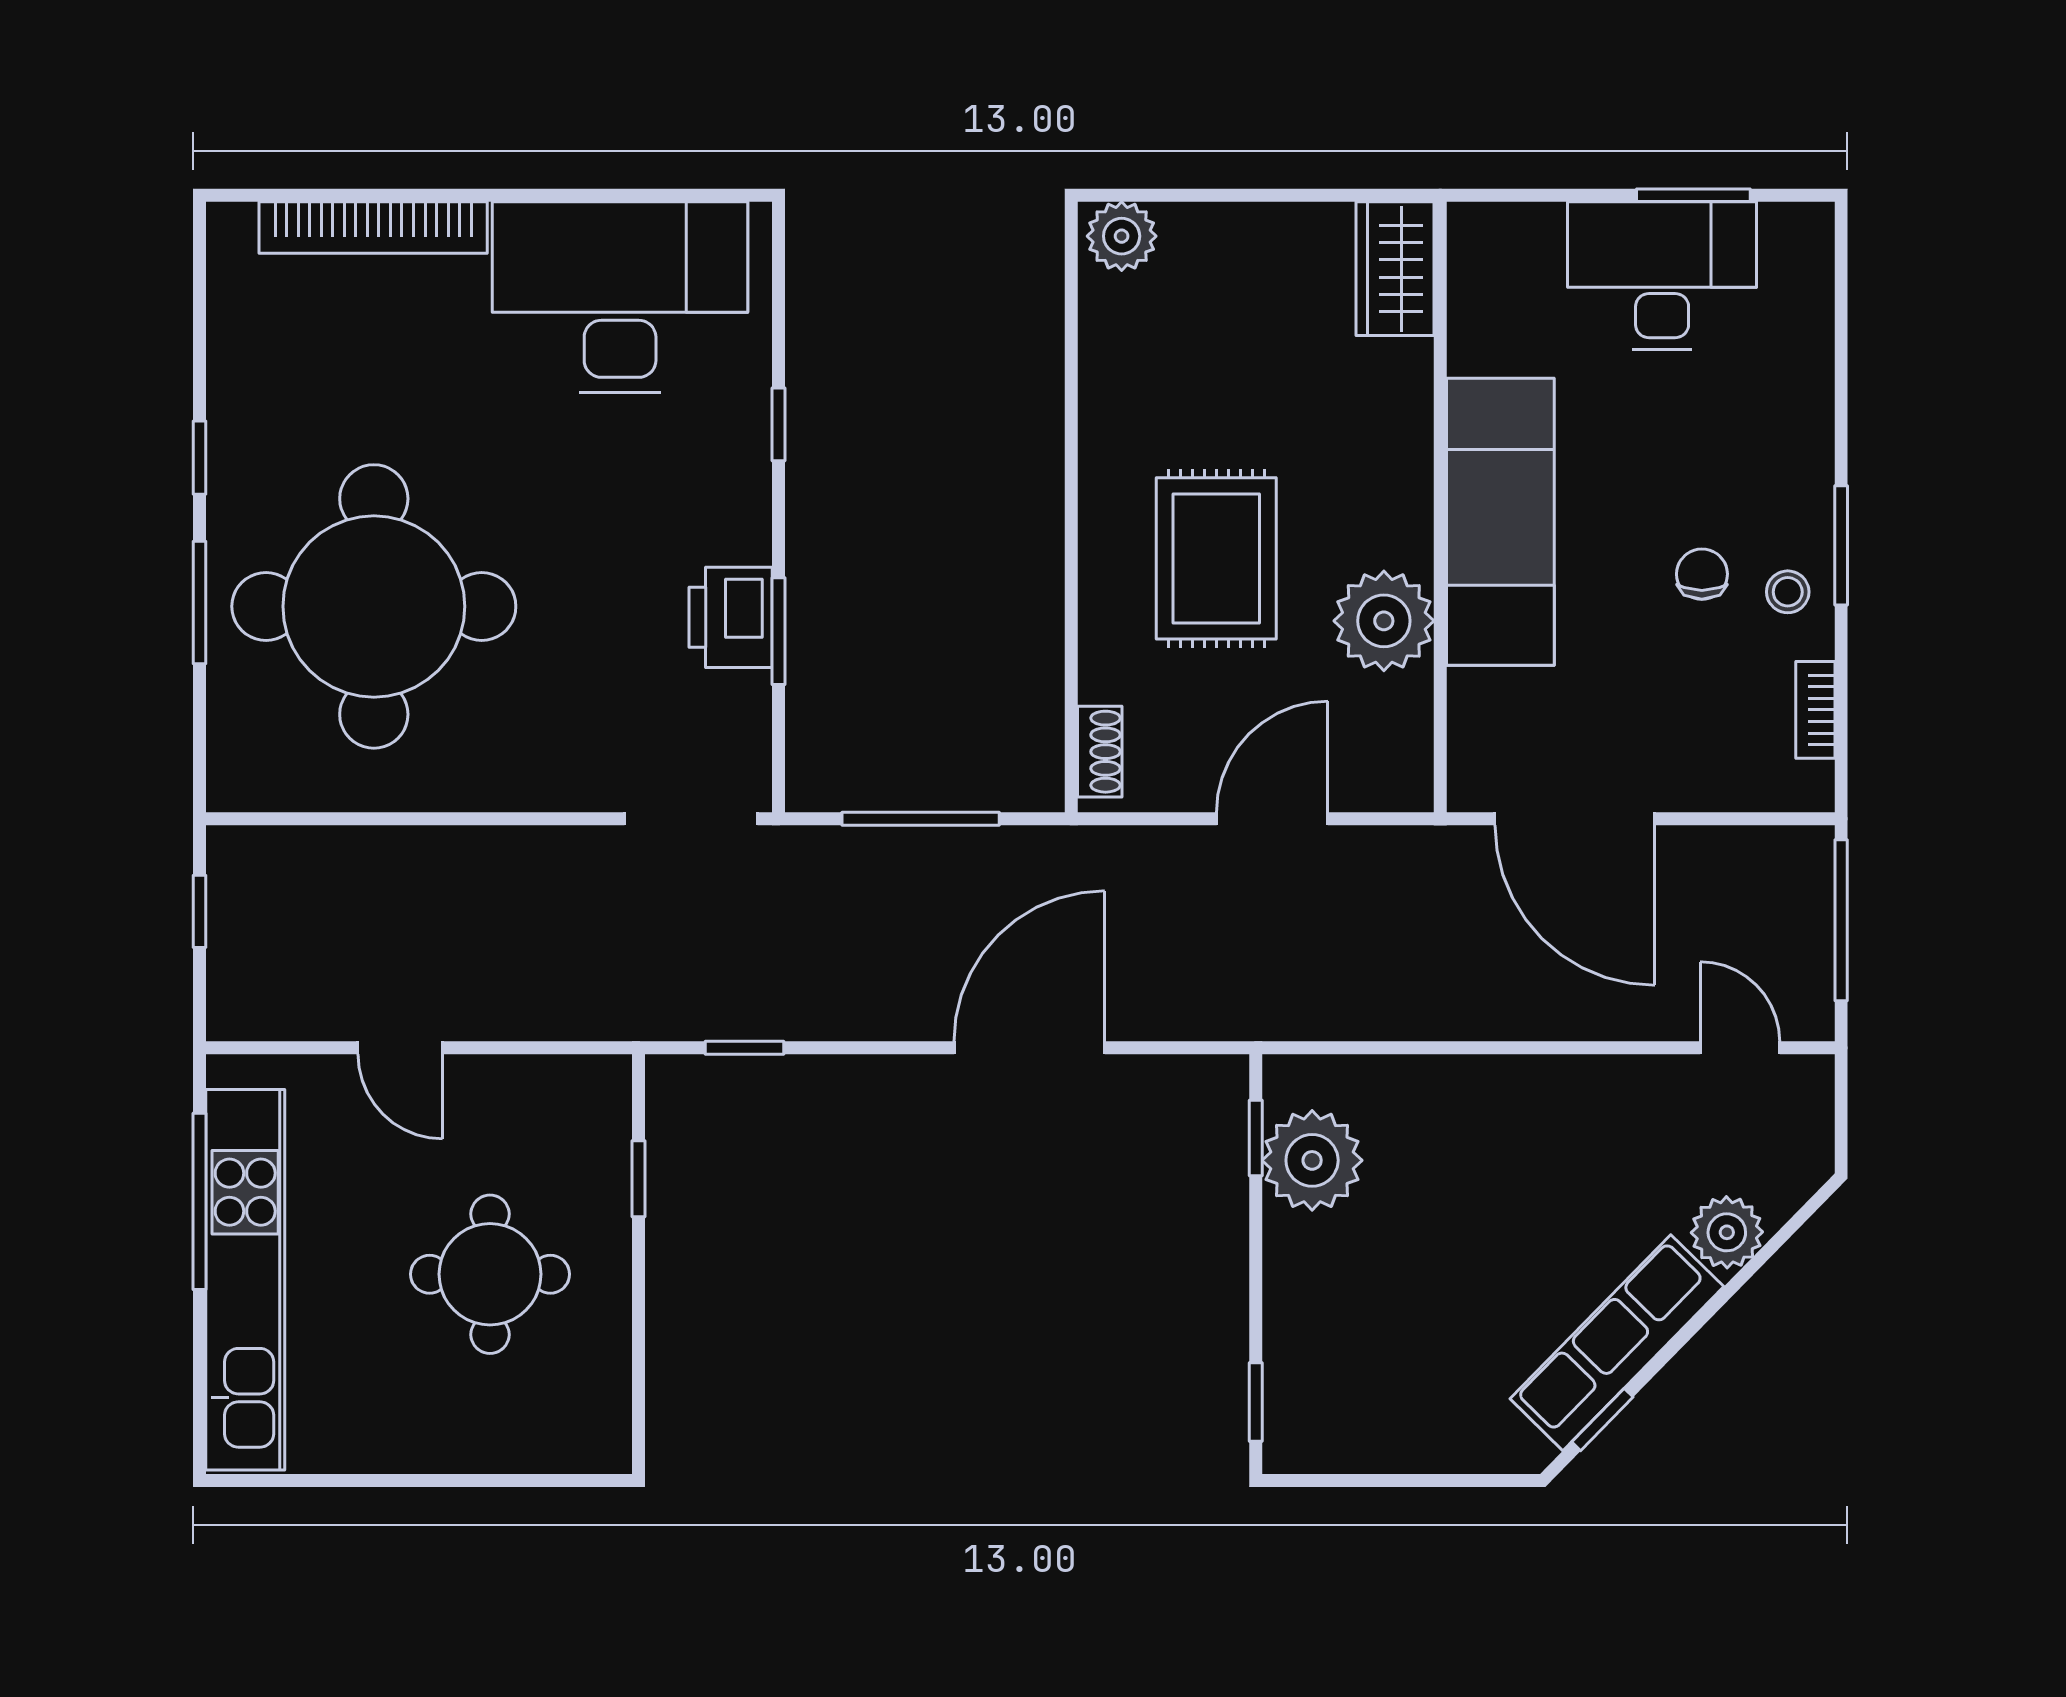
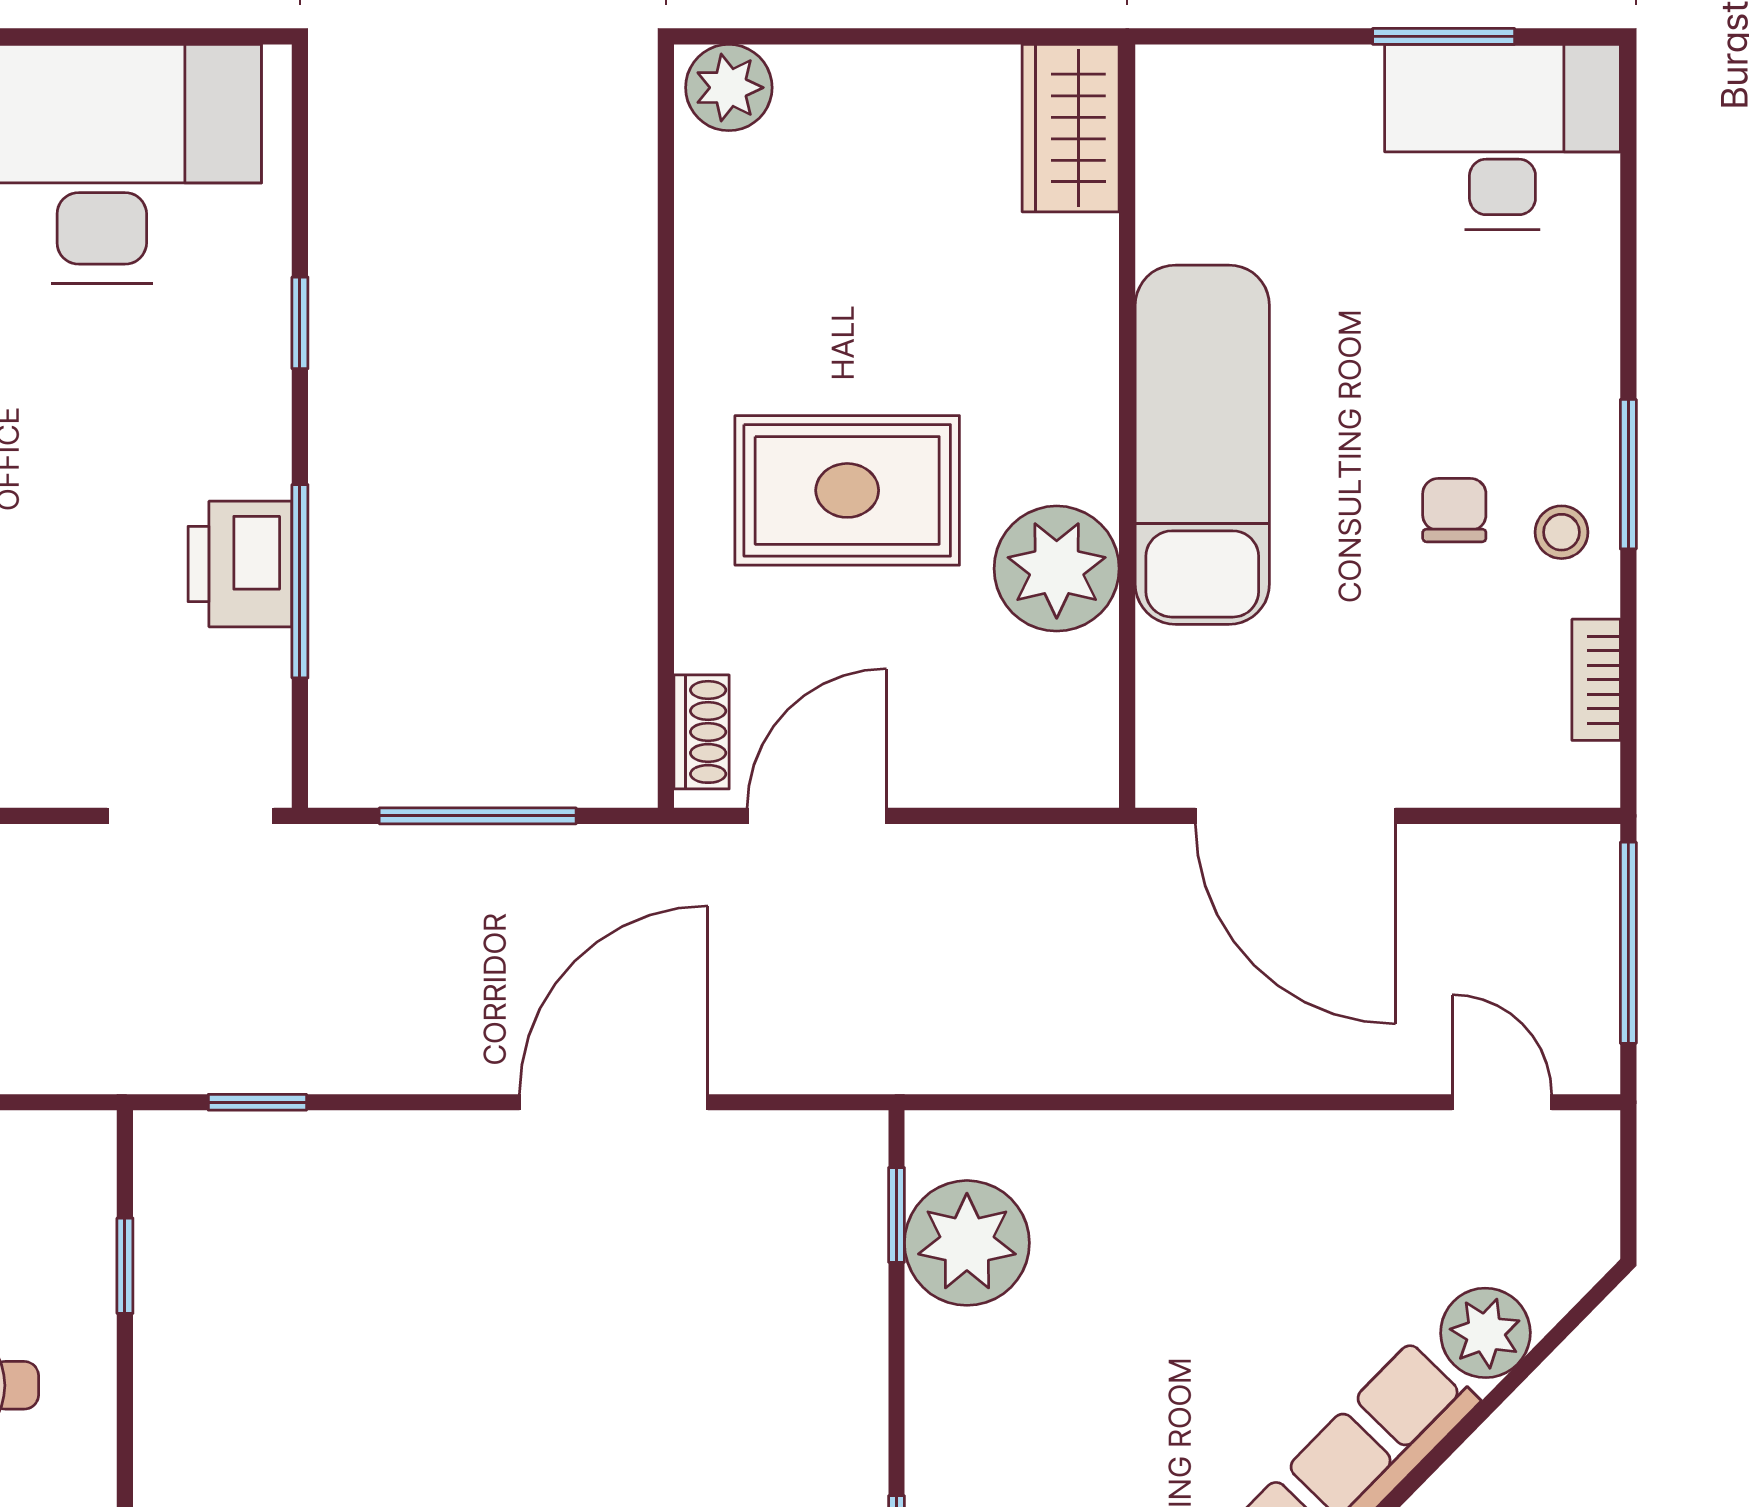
desk: (1662, 276) -> (1502, 137), moved
rug: (1216, 558) -> (847, 490), turned 90
window: (779, 631) -> (300, 581), width x1.44
door: (1272, 819) -> (817, 816), moved

